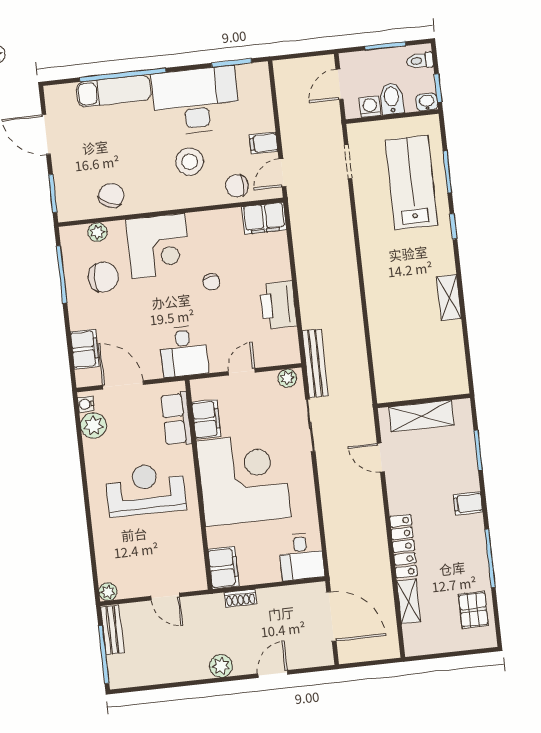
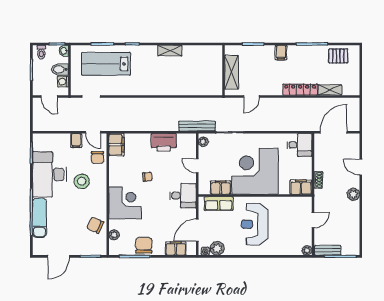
chair: (103, 277) -> (144, 245), moved

